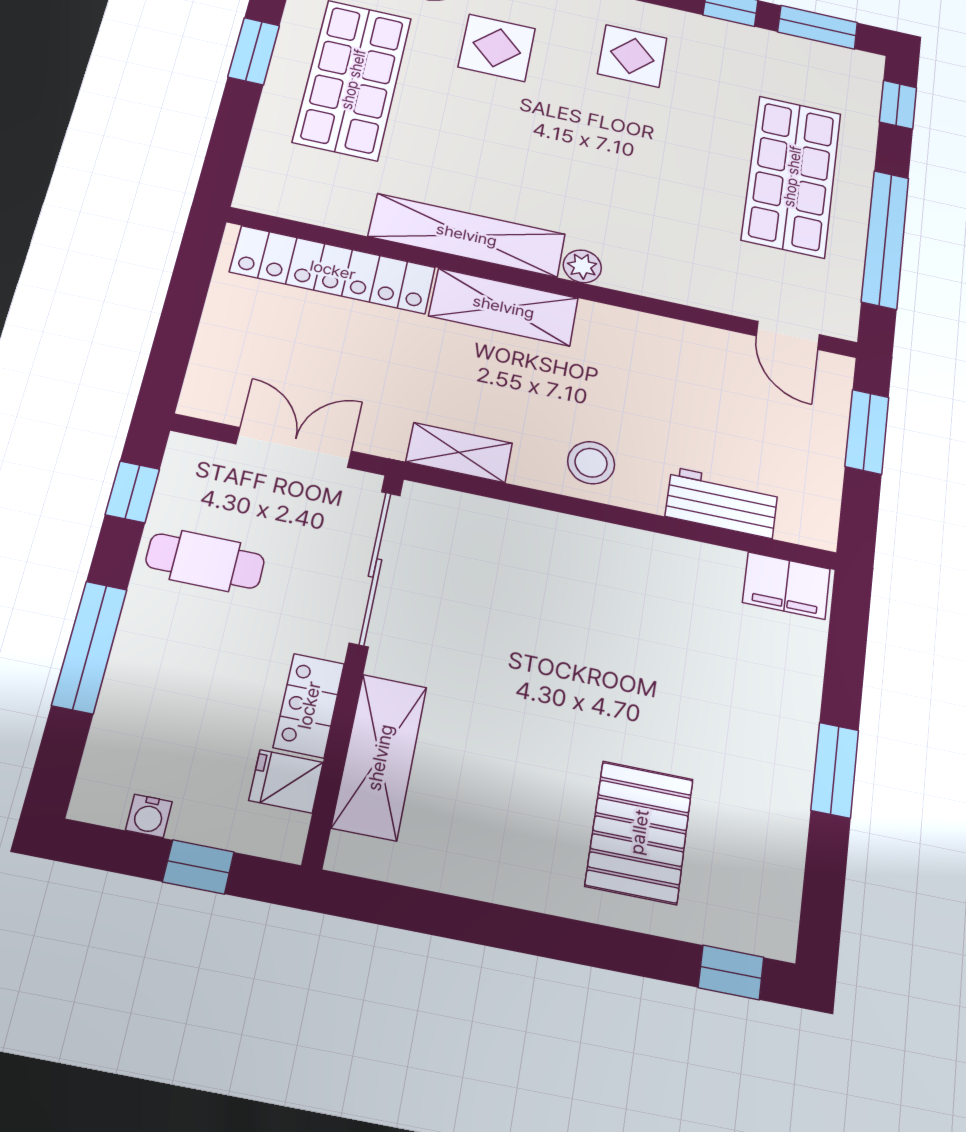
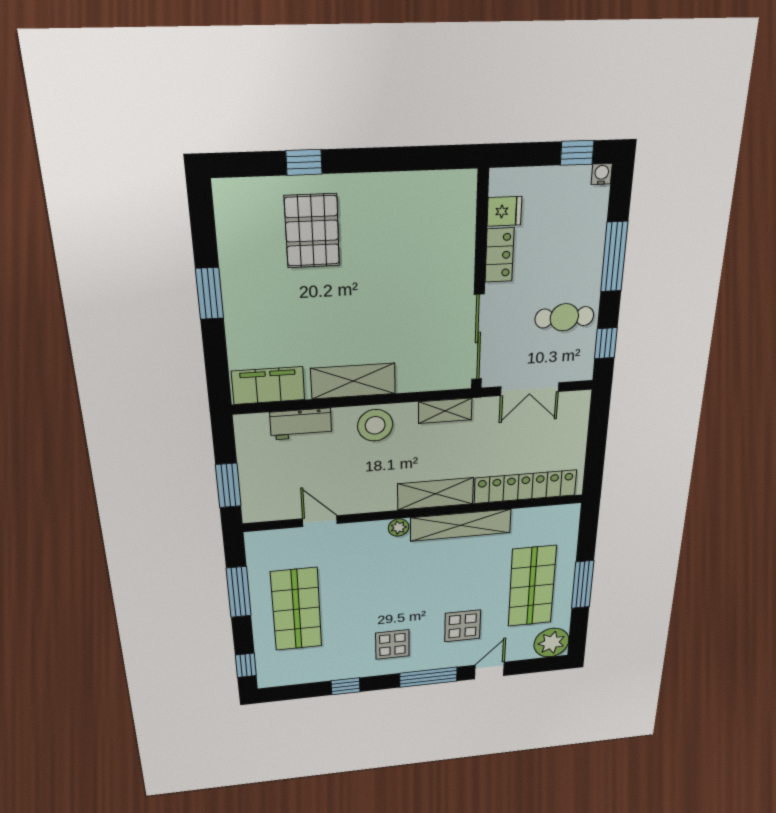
window: (818, 27) -> (297, 692), removed
window: (254, 51) -> (583, 585), width x1.44
window: (885, 239) -> (239, 592), width x0.68
door: (788, 335) -> (320, 521), moved
stool: (591, 463) -> (375, 425), width x1.38, depth x1.38
filing cabinet: (786, 586) -> (268, 386), width x1.50, depth x1.17
shelving: (380, 757) -> (353, 381), moved, turned 90
water cooler: (149, 816) -> (602, 174), moved
window: (198, 867) -> (577, 153), moved
window: (731, 972) -> (304, 162), moved

